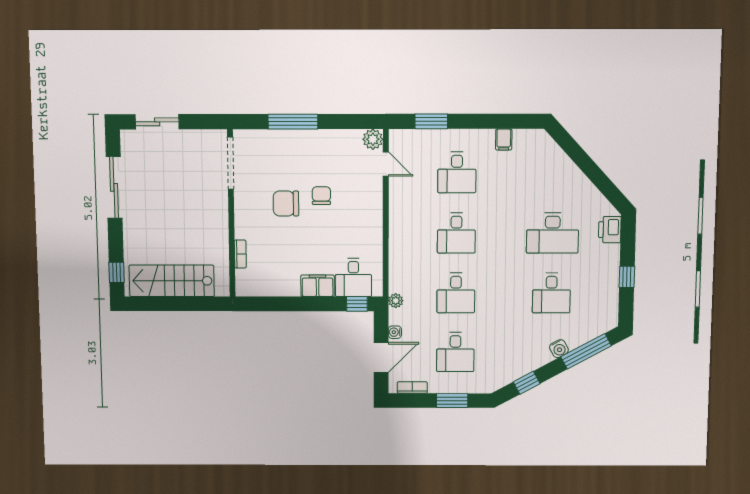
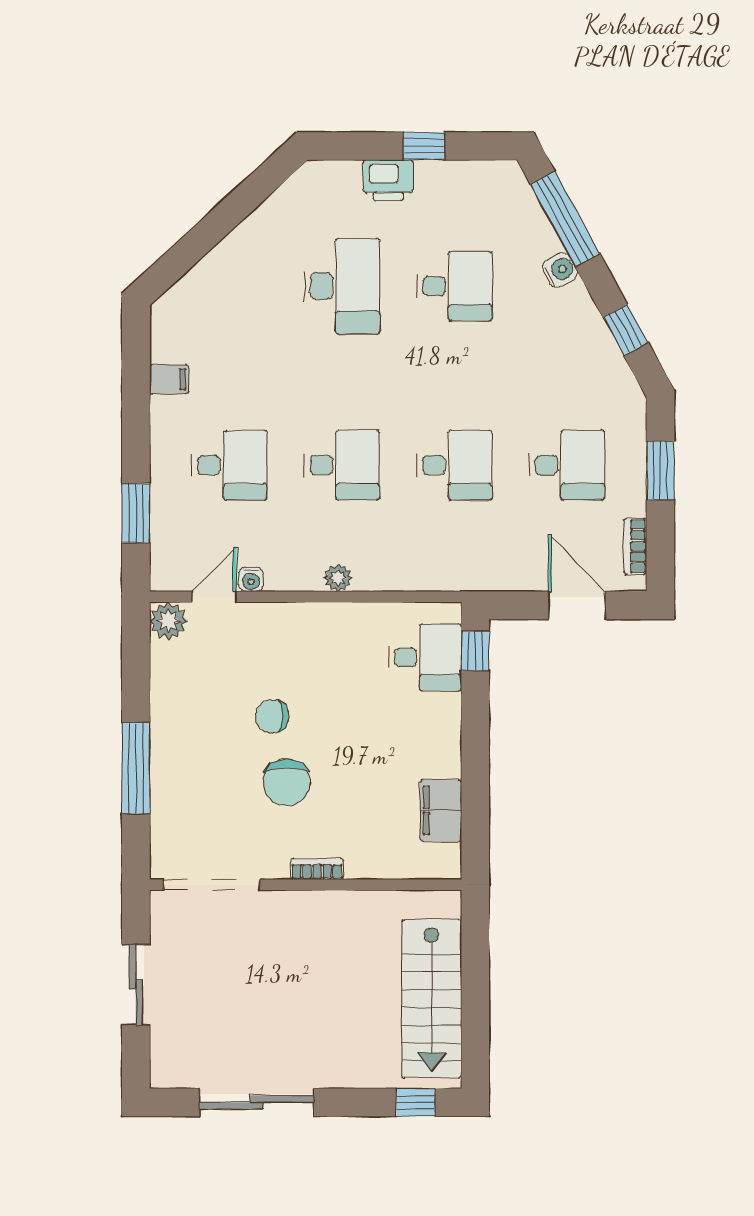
sliding door: (157, 122) -> (136, 984), moved
printer: (610, 230) -> (388, 180), moved
bookcase: (240, 254) -> (317, 869), moved
filing cabinet: (318, 286) -> (441, 810), moved
plant: (396, 301) -> (338, 578), moved
water cooler: (395, 332) -> (251, 579), moved

